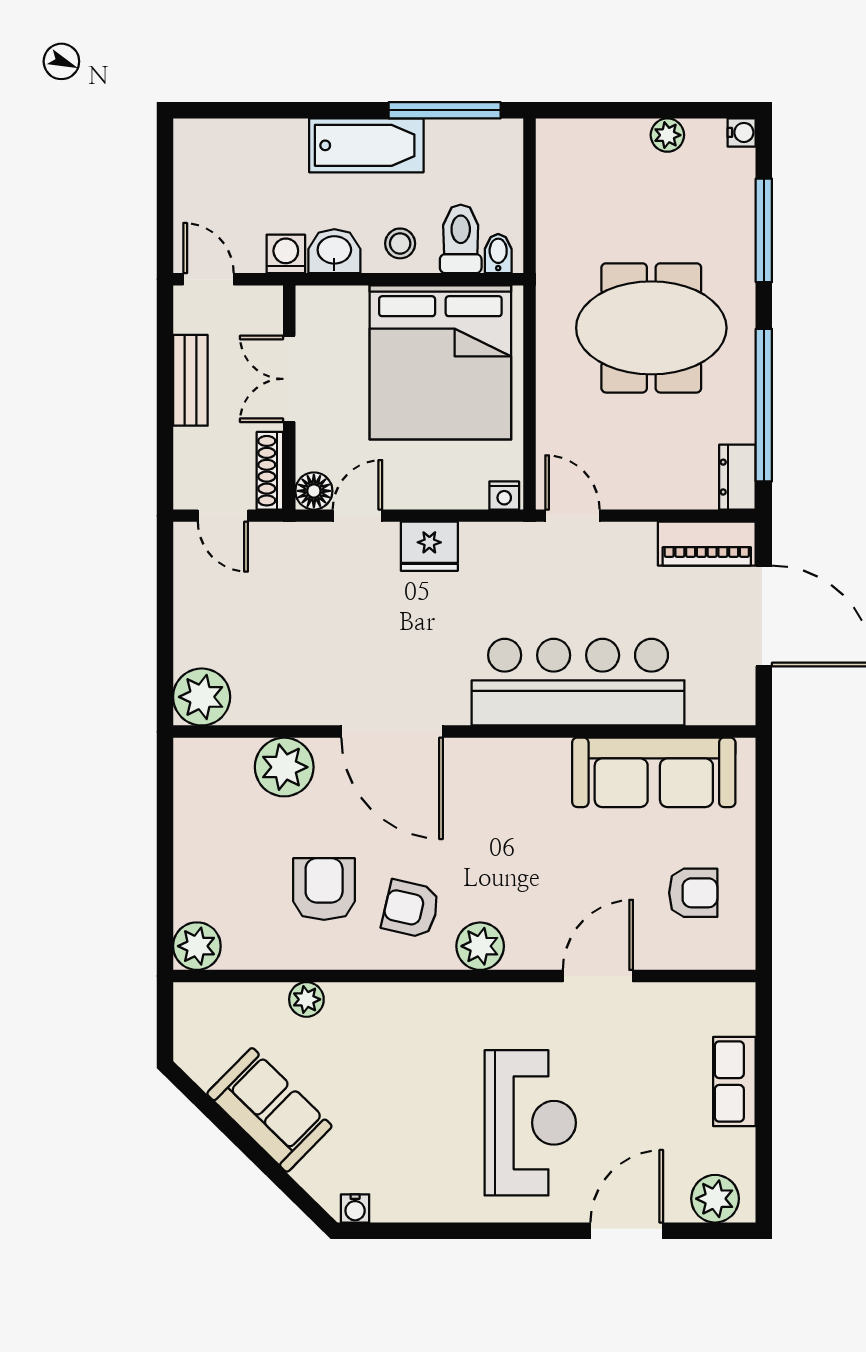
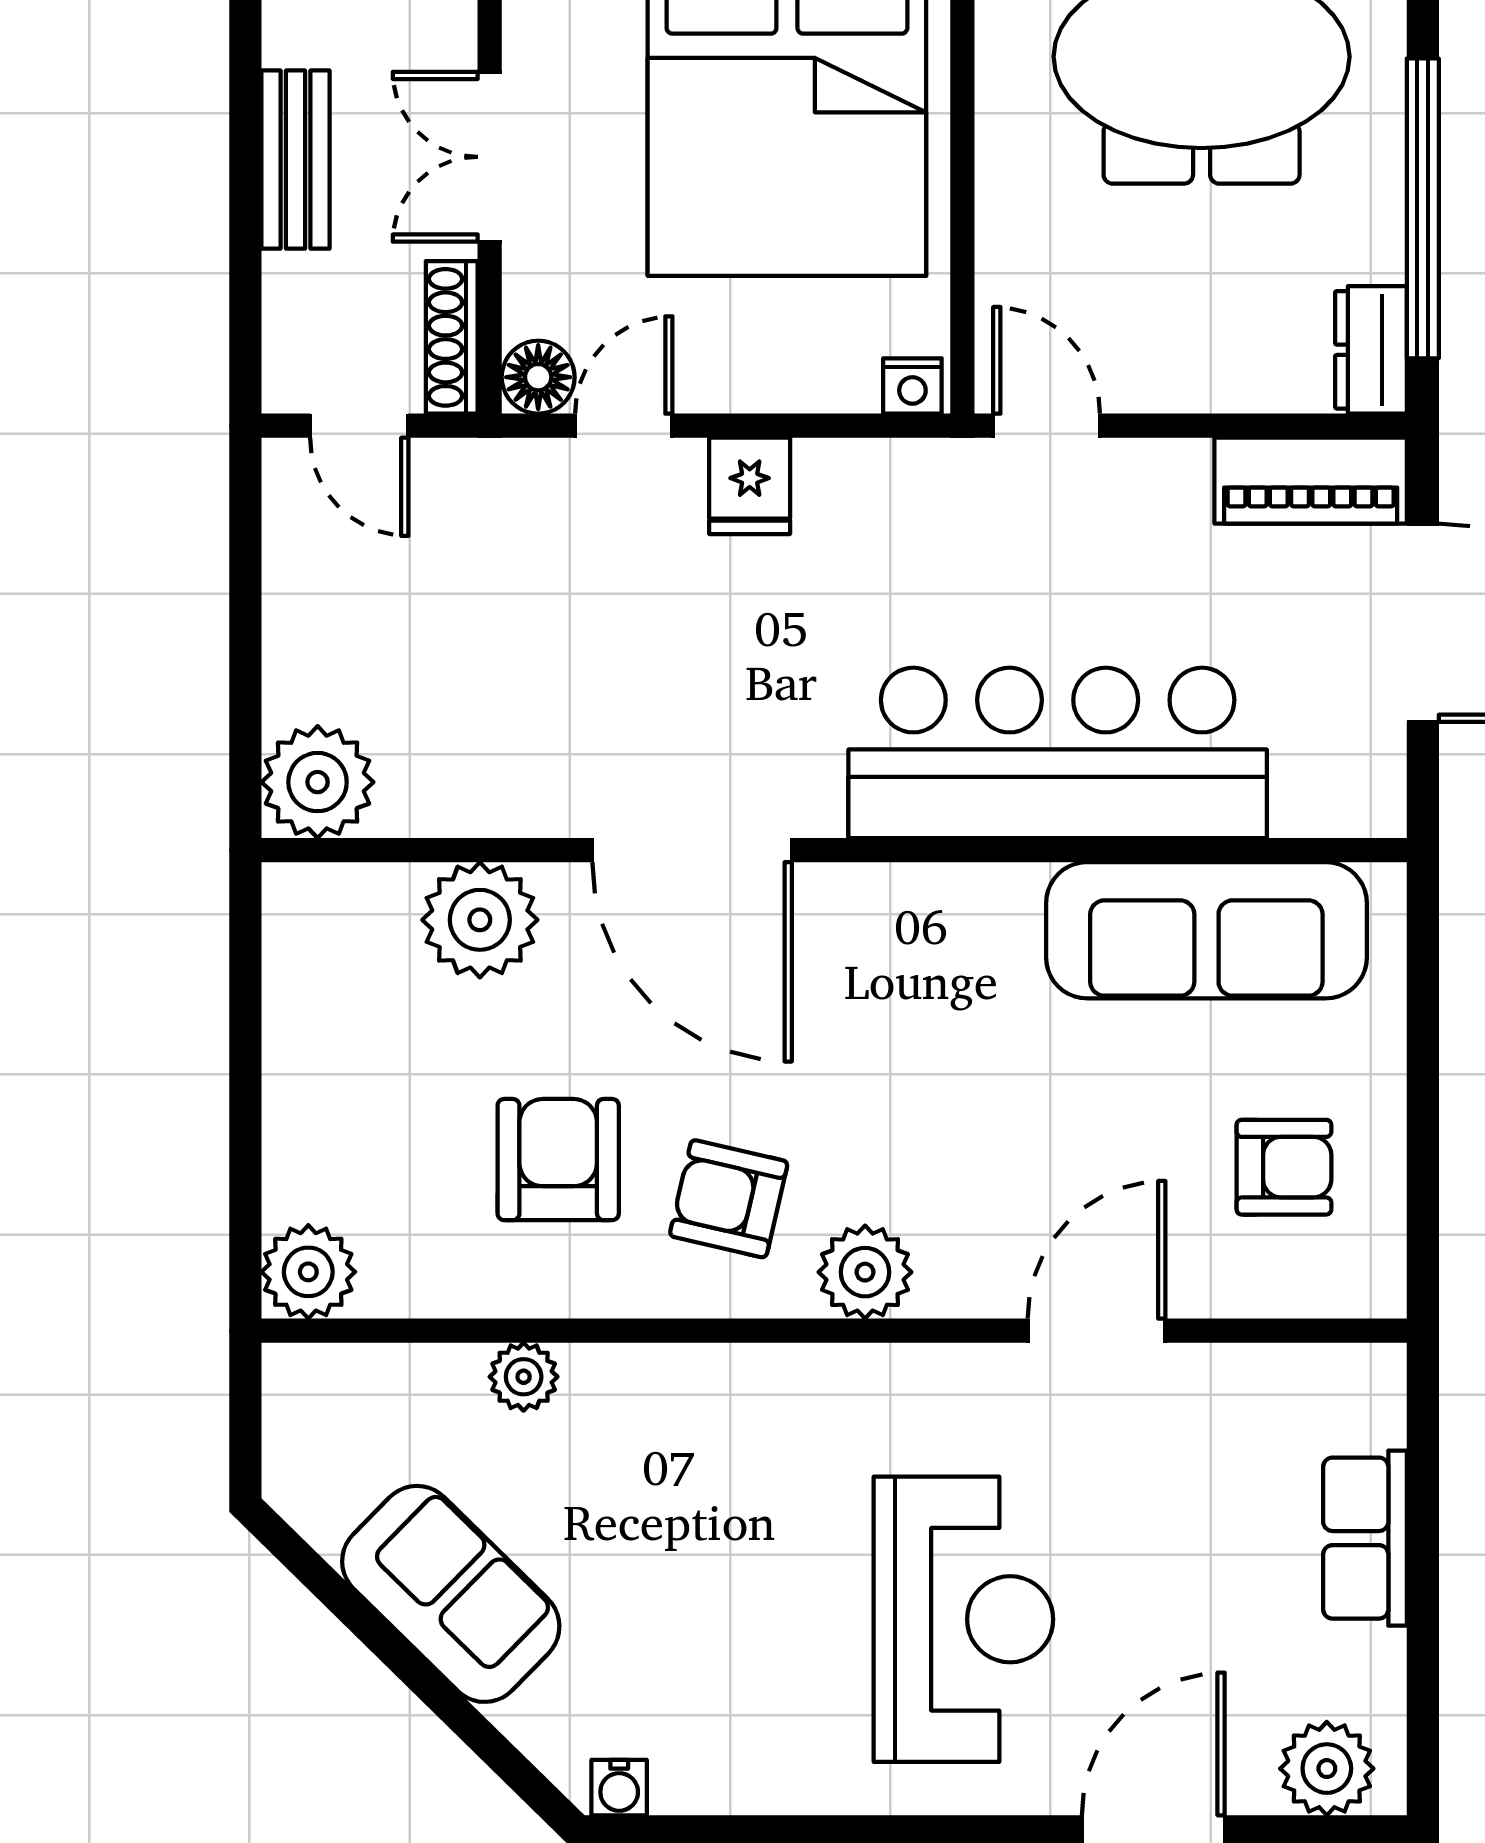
fridge: (429, 546) -> (750, 486), width x0.72

